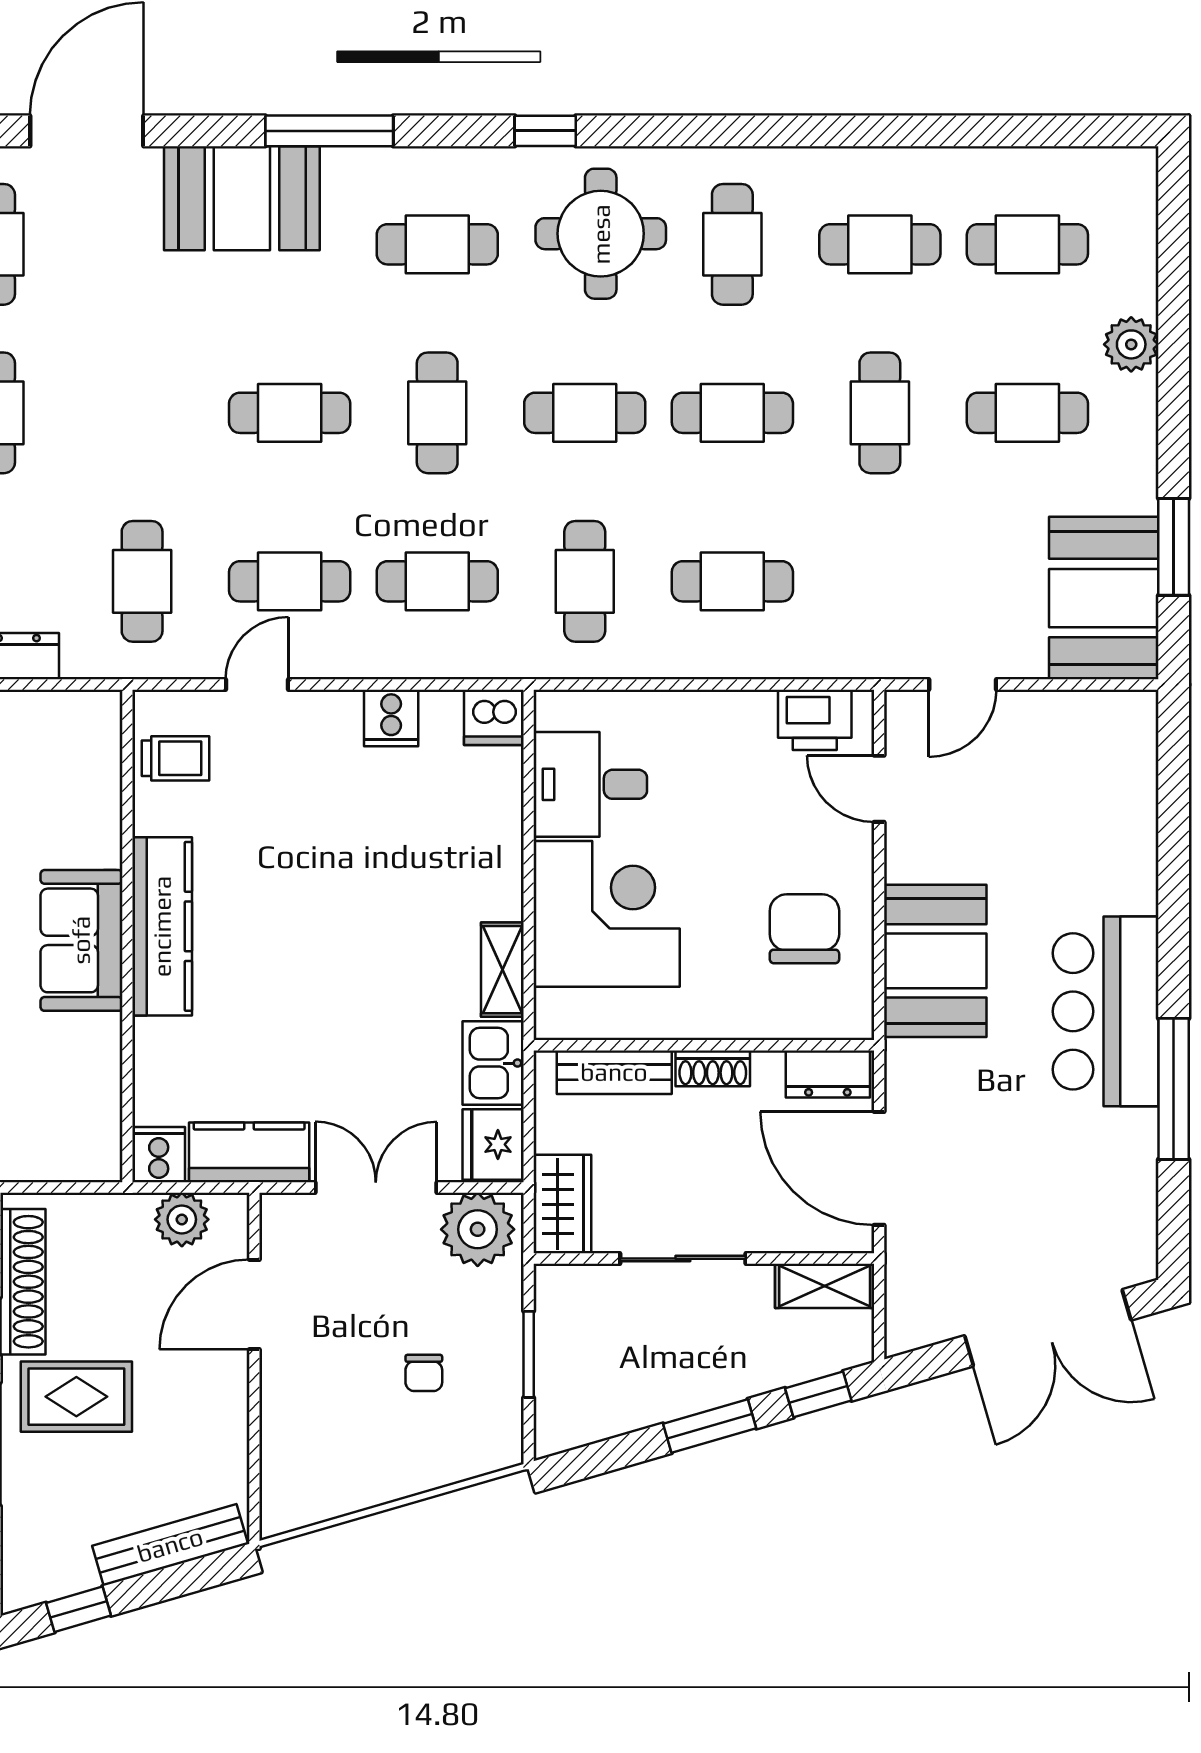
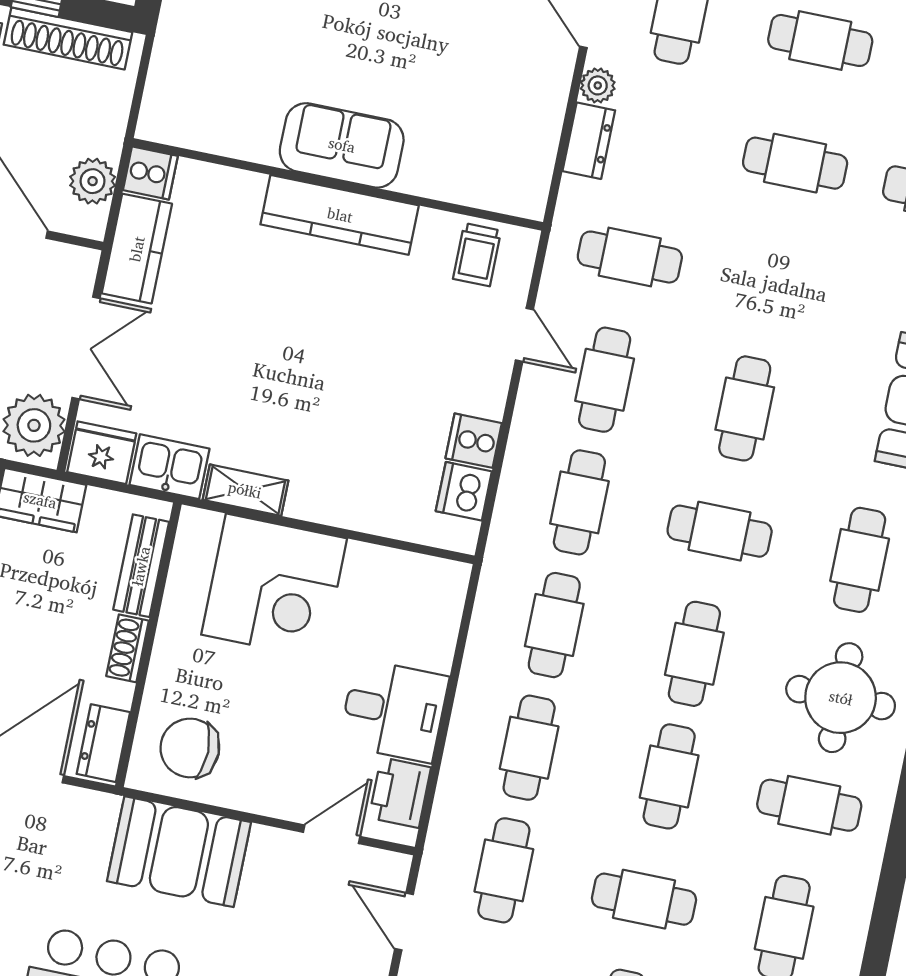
cafe table: (585, 581) -> (554, 625), turned 90
cafe table: (880, 581) -> (504, 870), added
dishwasher: (494, 717) -> (464, 491), moved
desk: (590, 784) -> (394, 711), moved, turned 90
chair: (804, 929) -> (190, 748), moved, turned 180

